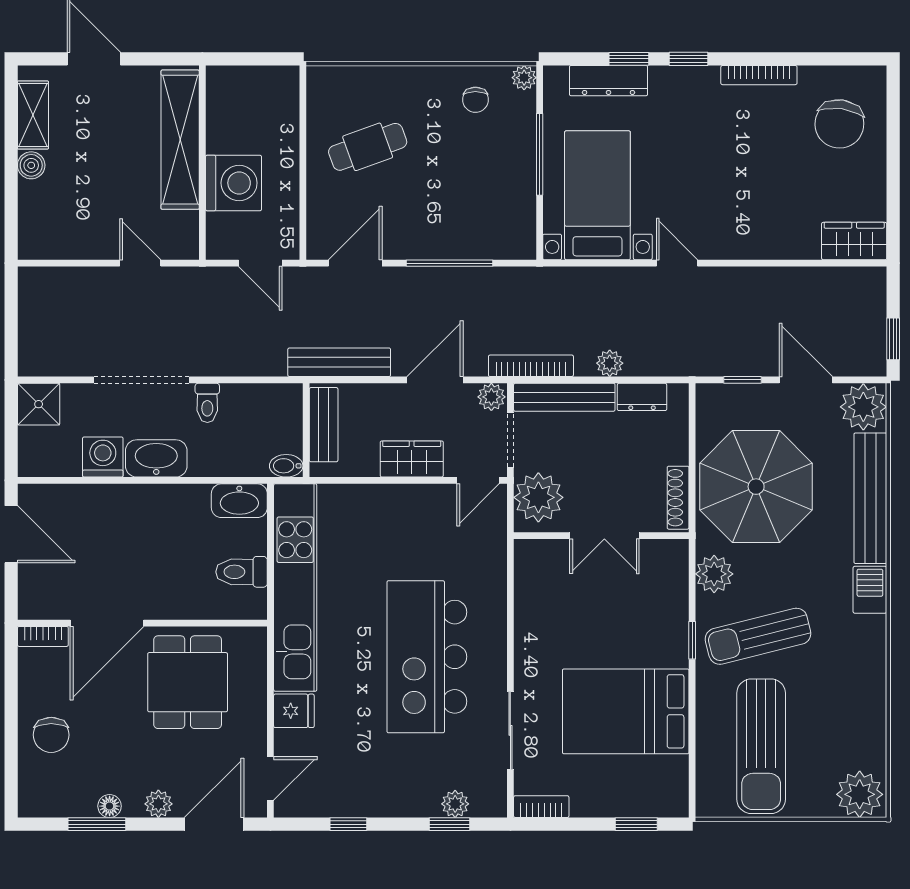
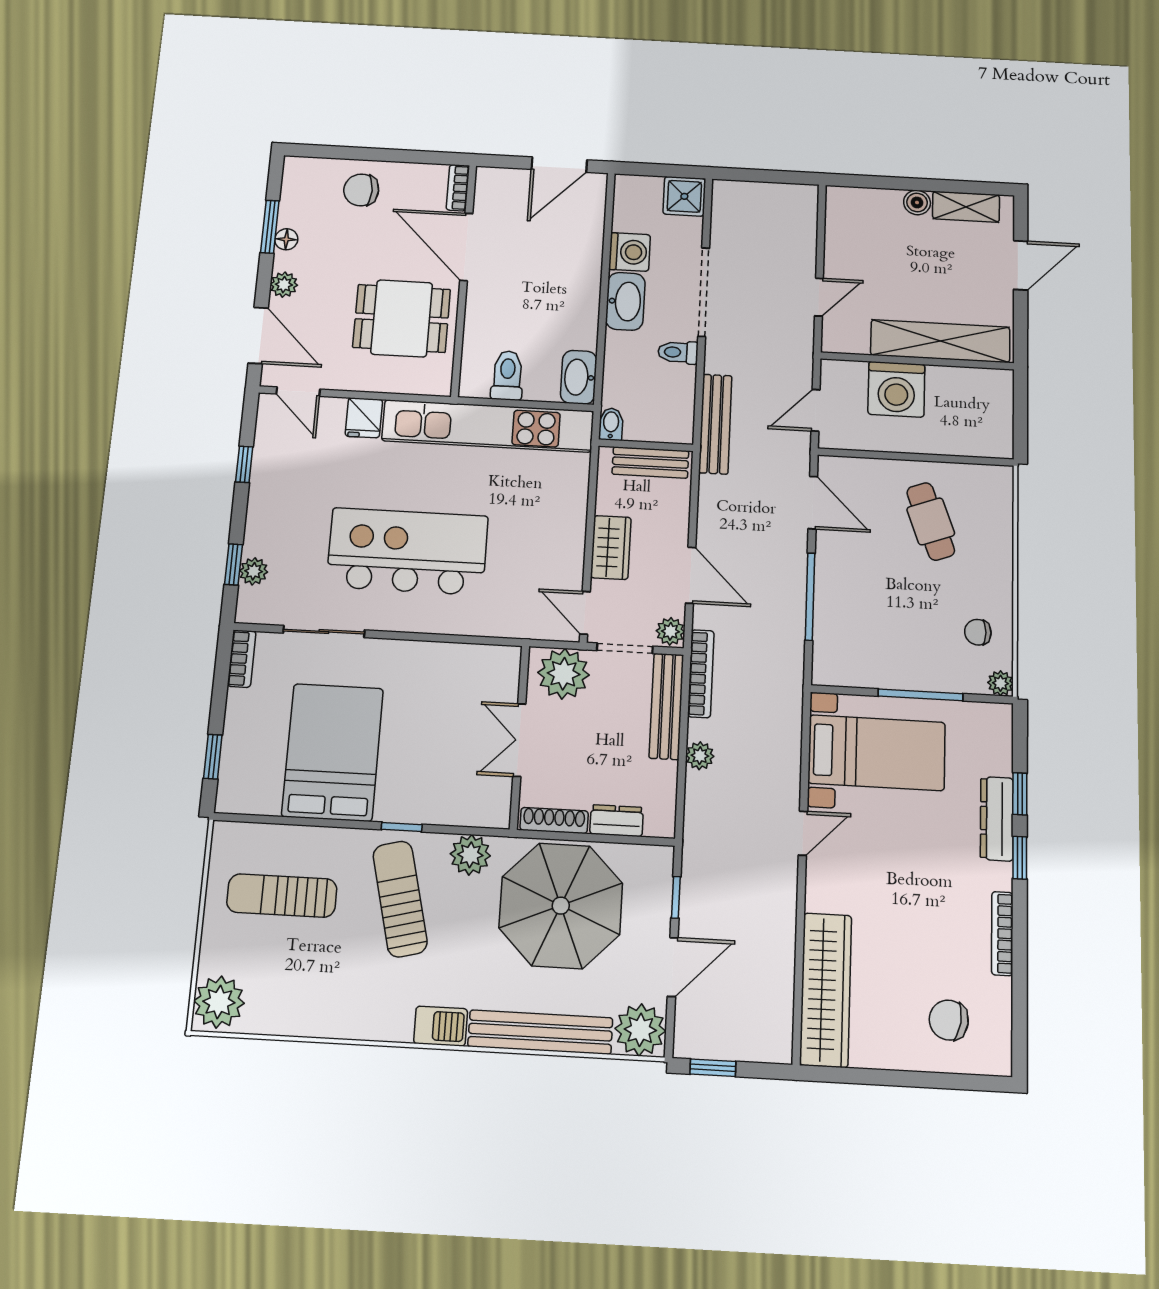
dresser: (608, 81) -> (997, 819), moved
chair: (839, 124) -> (949, 1020), width x0.73, depth x0.73
wardrobe: (854, 241) -> (826, 990), width x2.10, depth x1.17
bench: (339, 362) -> (715, 424), moved
dresser: (642, 397) -> (617, 821), moved, turned 90
sun lounger: (761, 746) -> (282, 896), width x0.73, depth x0.75

